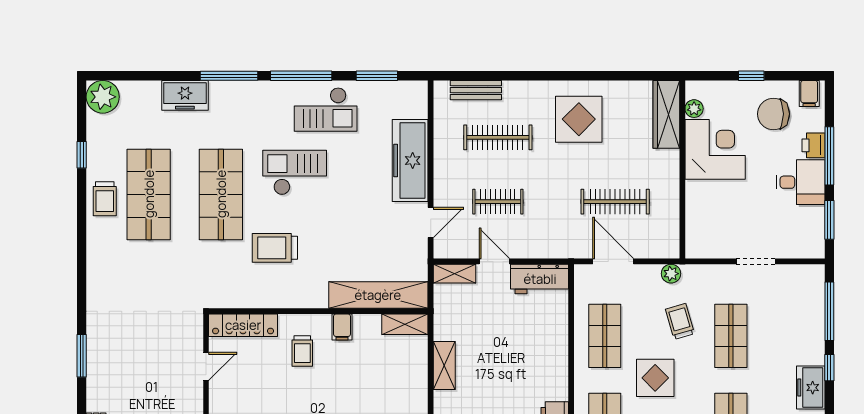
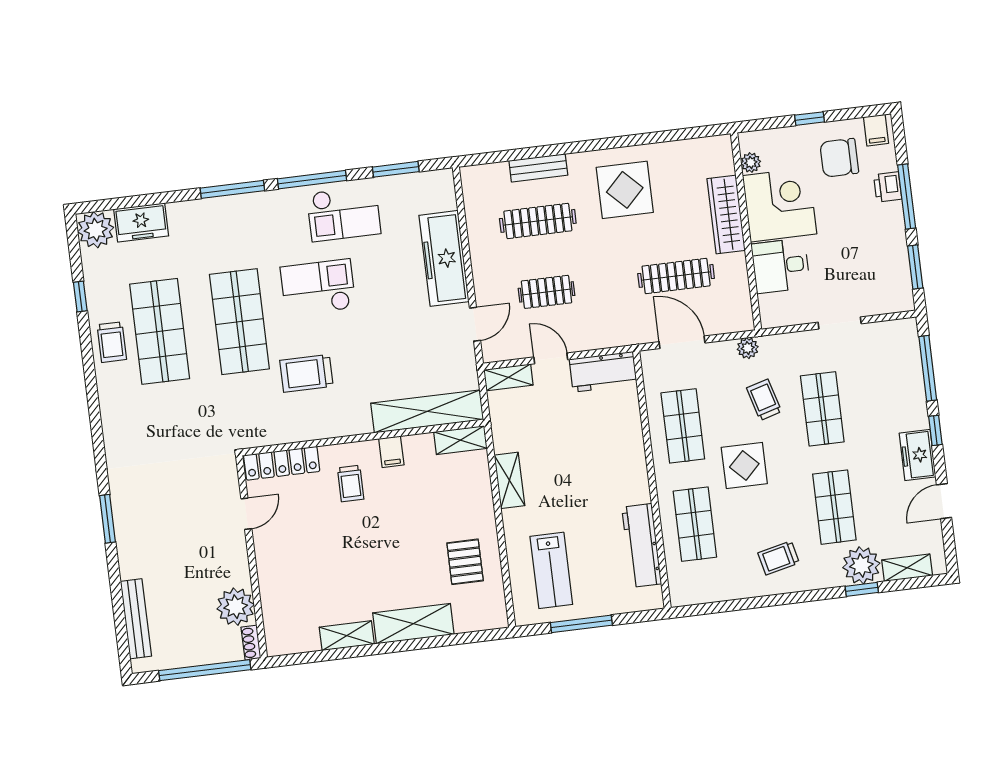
bench: (476, 90) -> (538, 168), moved
freezer: (185, 95) -> (141, 222), moved
wardrobe: (666, 114) -> (726, 214), moved
desk: (800, 182) -> (781, 266), moved, turned 180

